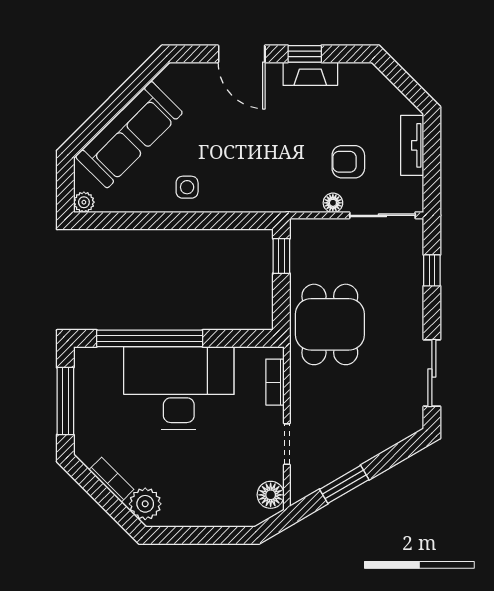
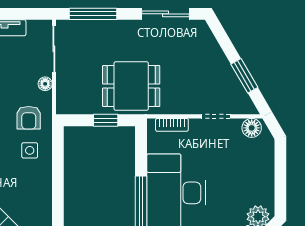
armchair: (348, 162) -> (29, 118), moved
side table: (187, 187) -> (30, 150), moved
window: (281, 256) -> (106, 120), moved
window: (432, 270) -> (93, 14), width x2.17

